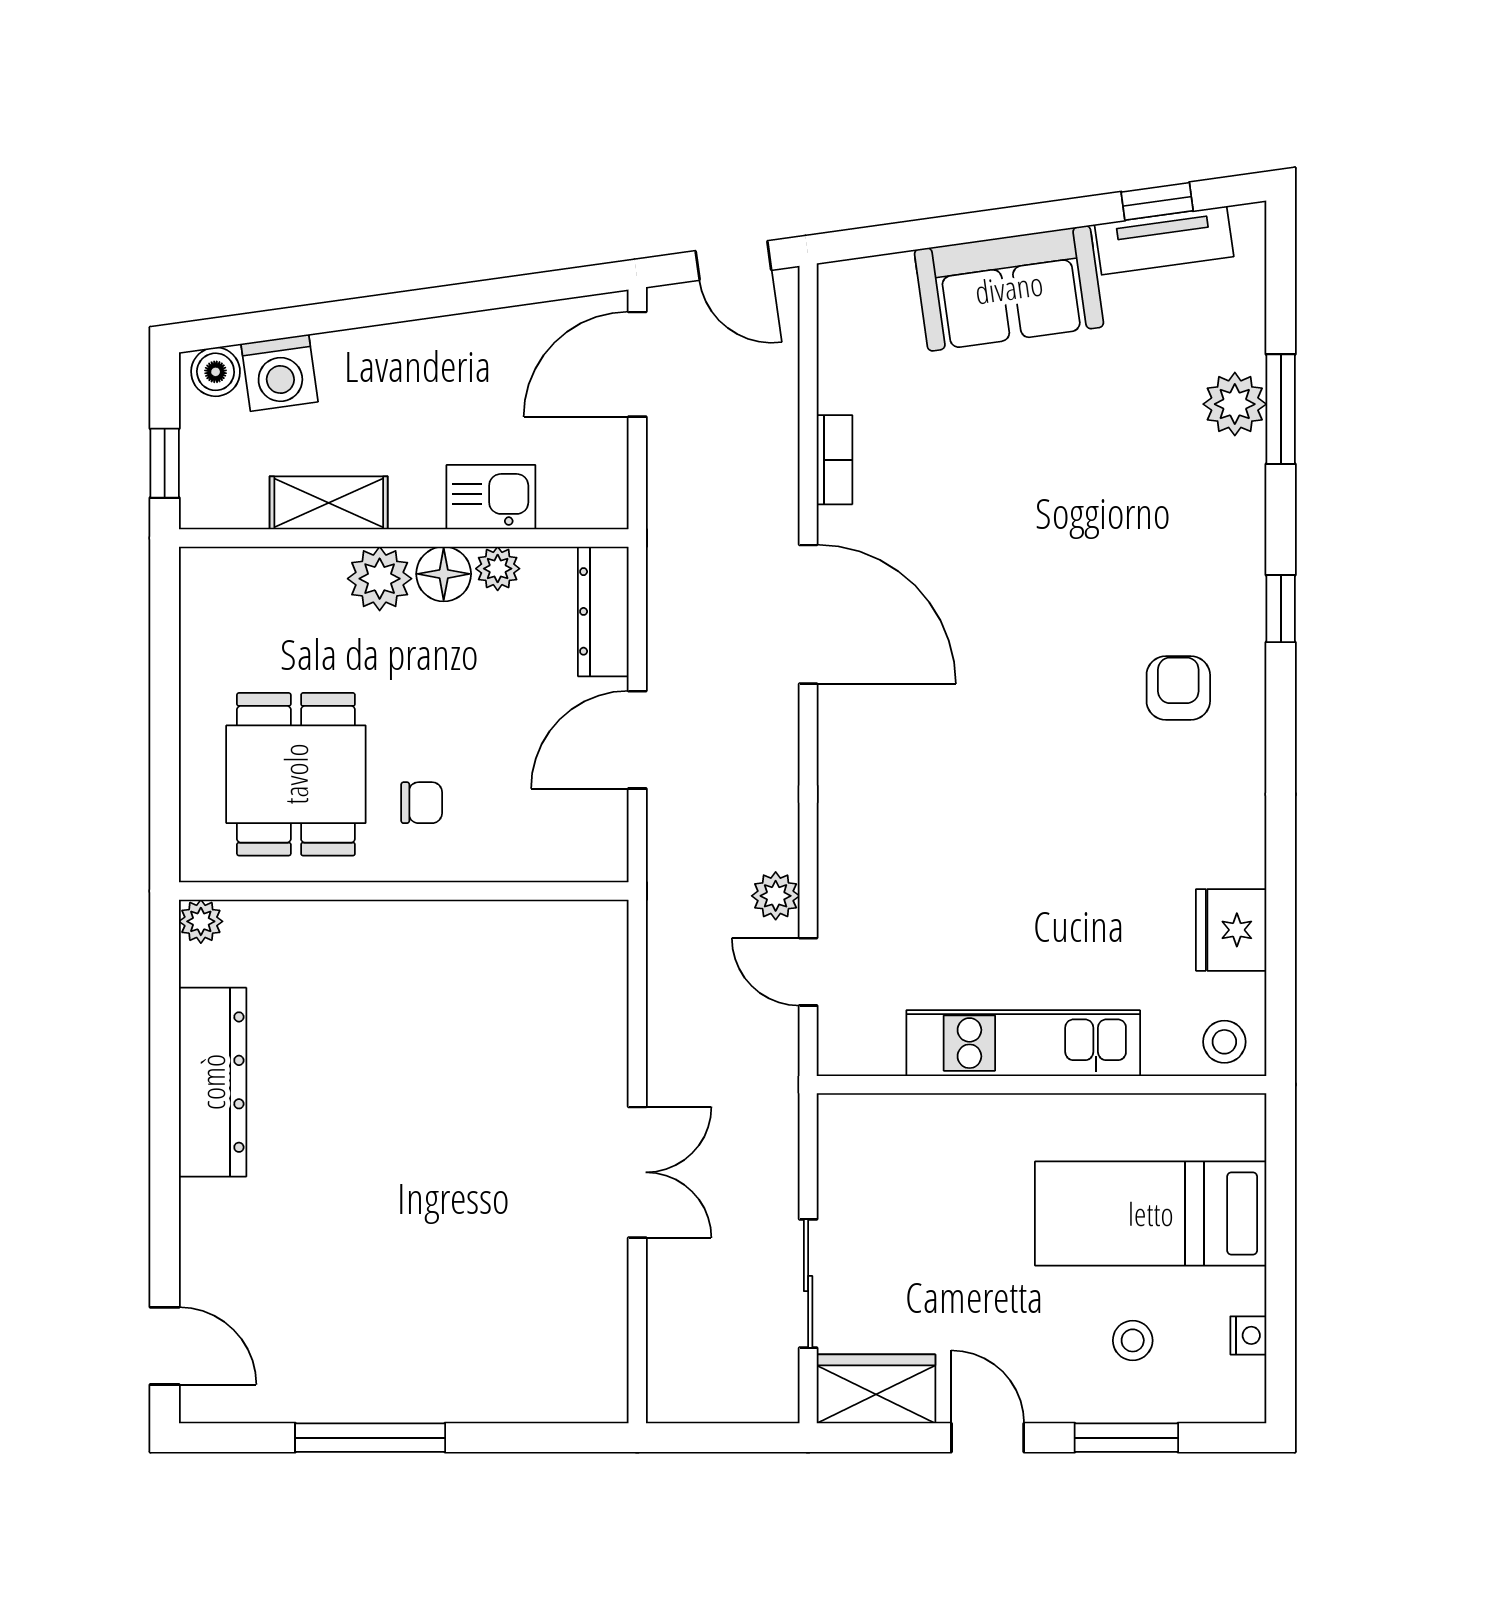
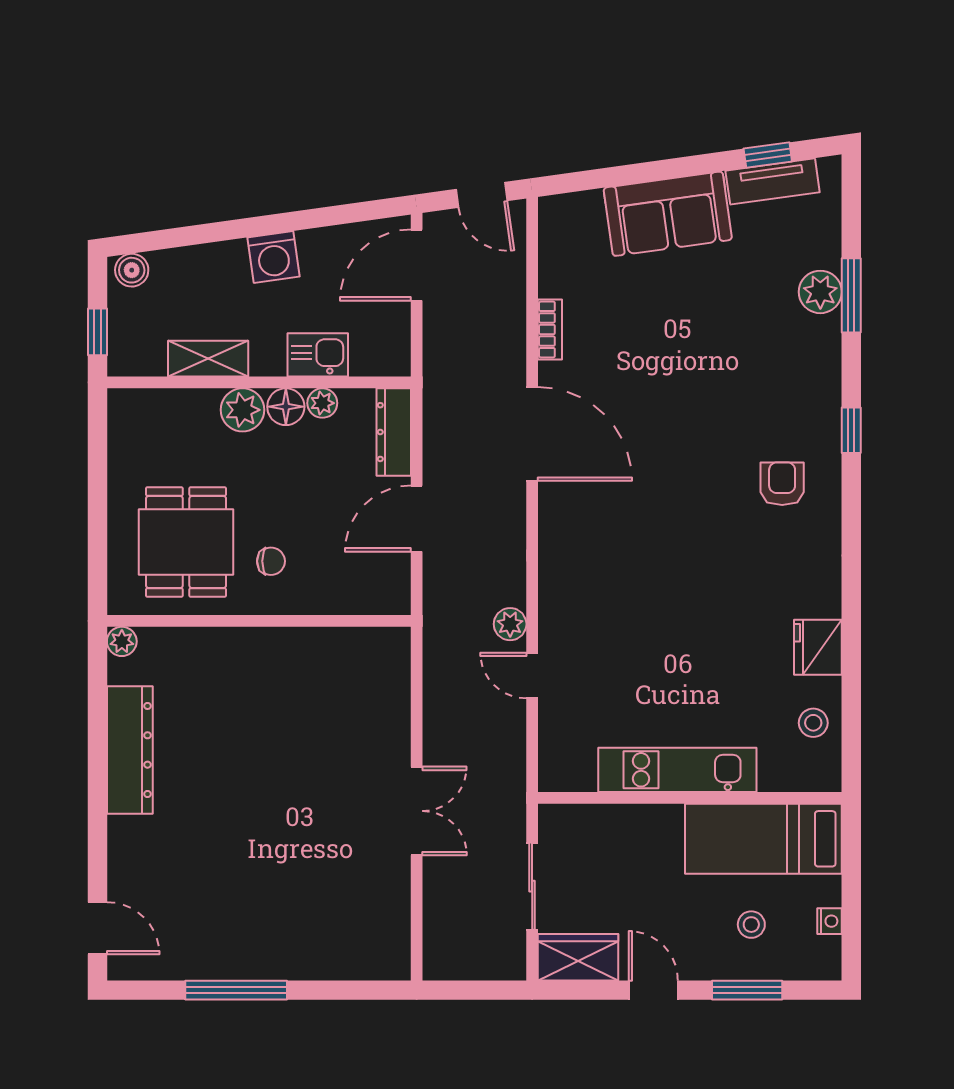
washing machine: (279, 373) -> (273, 257), moved
kitchen unit: (1023, 1043) -> (677, 770), moved
wall: (1042, 1085) -> (690, 798), moved

